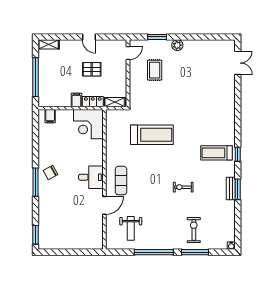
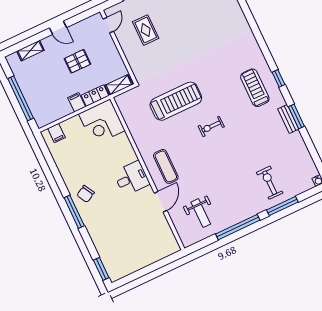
shelving: (49, 44) -> (30, 51), moved
treadmill: (217, 153) -> (255, 88), turned 90
exercise bike: (183, 187) -> (211, 127), moved

